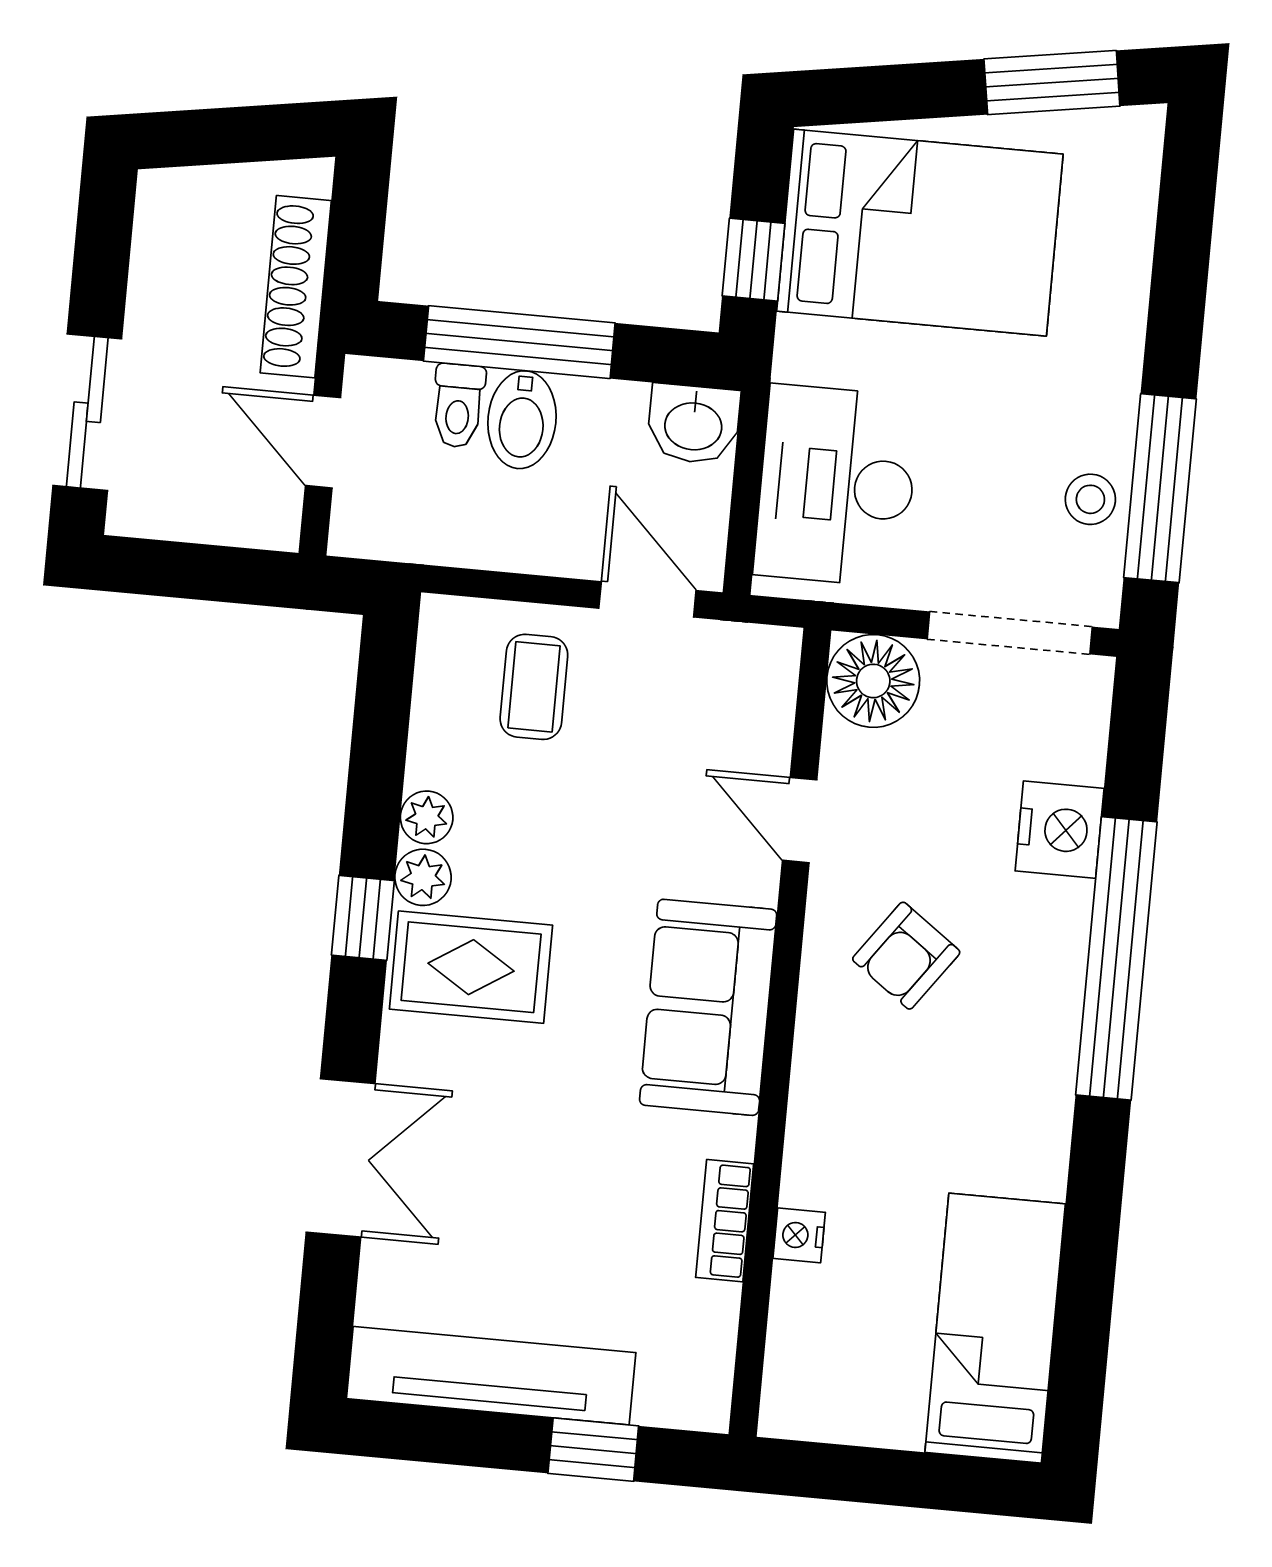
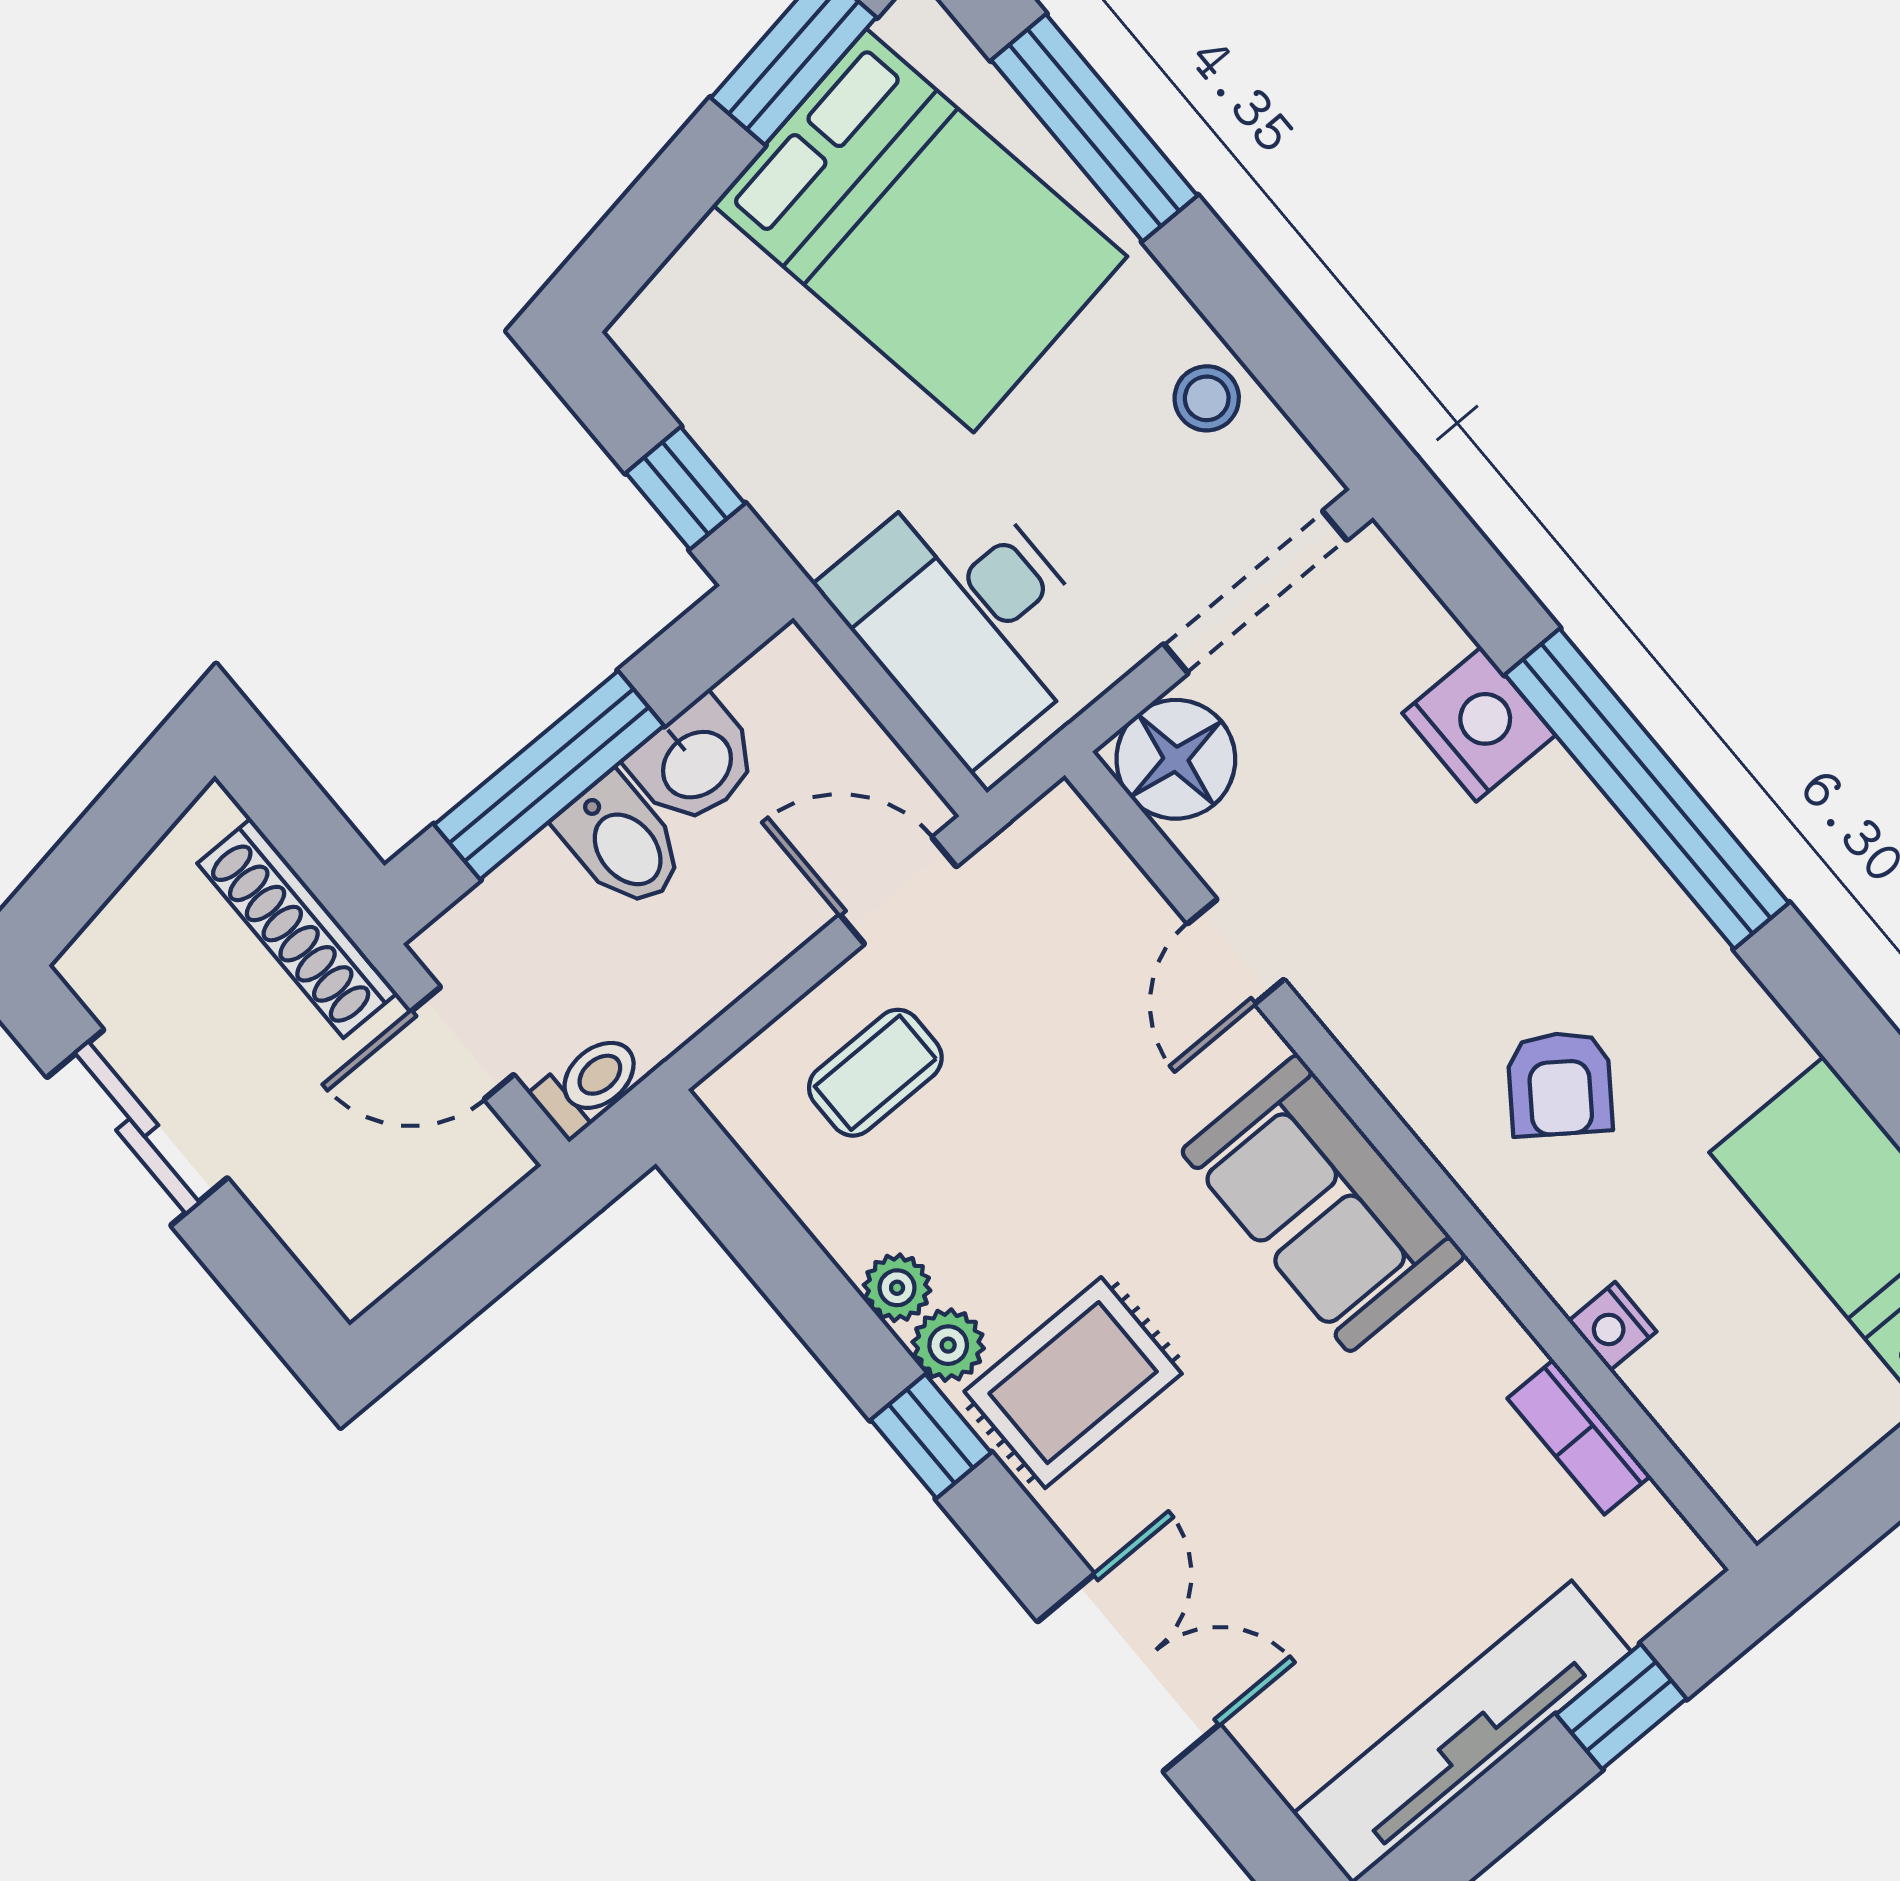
bed: (920, 233) -> (920, 231), moved, turned 81
toilet: (458, 406) -> (589, 1084), moved, turned -90
sliding door: (87, 412) -> (137, 1128), moved
washbasin: (693, 424) -> (695, 762), moved
window: (1160, 488) -> (1094, 128), moved
coffee table: (534, 687) -> (875, 1073), turned 90
door: (800, 820) -> (1236, 952), hinge flipped
armchair: (906, 956) -> (1560, 1084), moved
bookcase: (725, 1221) -> (1579, 1437), moved

